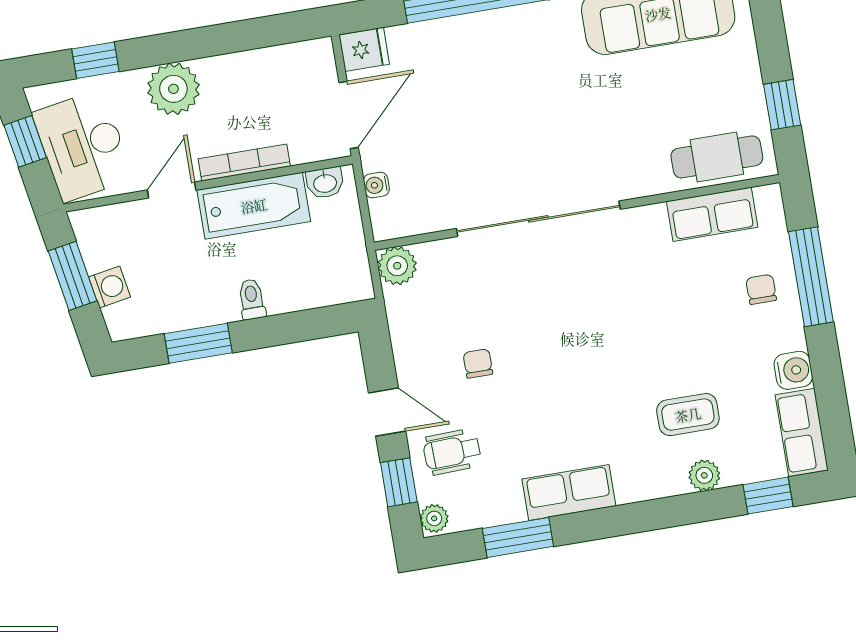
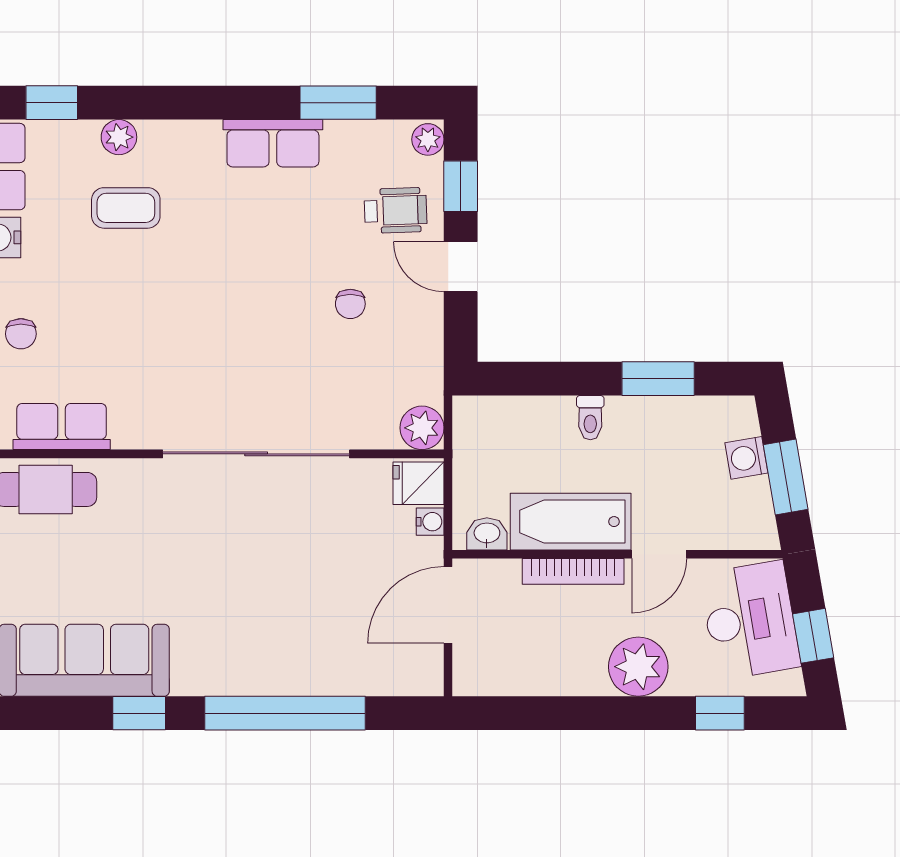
fridge: (364, 49) -> (418, 483), moved

